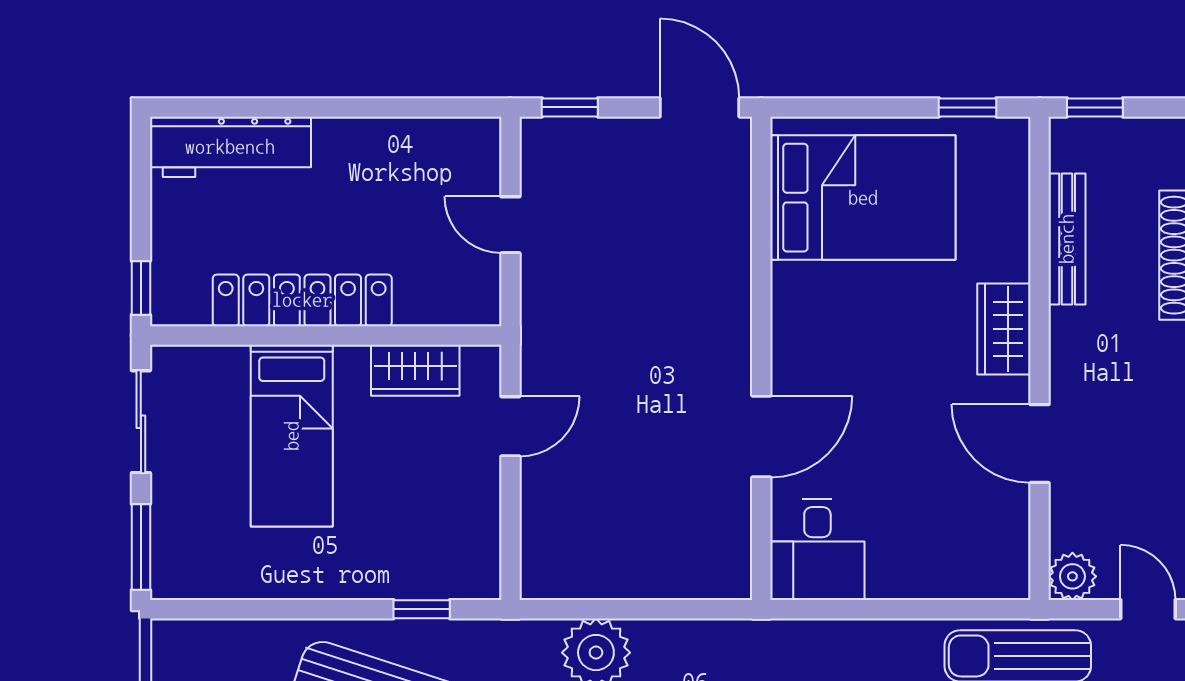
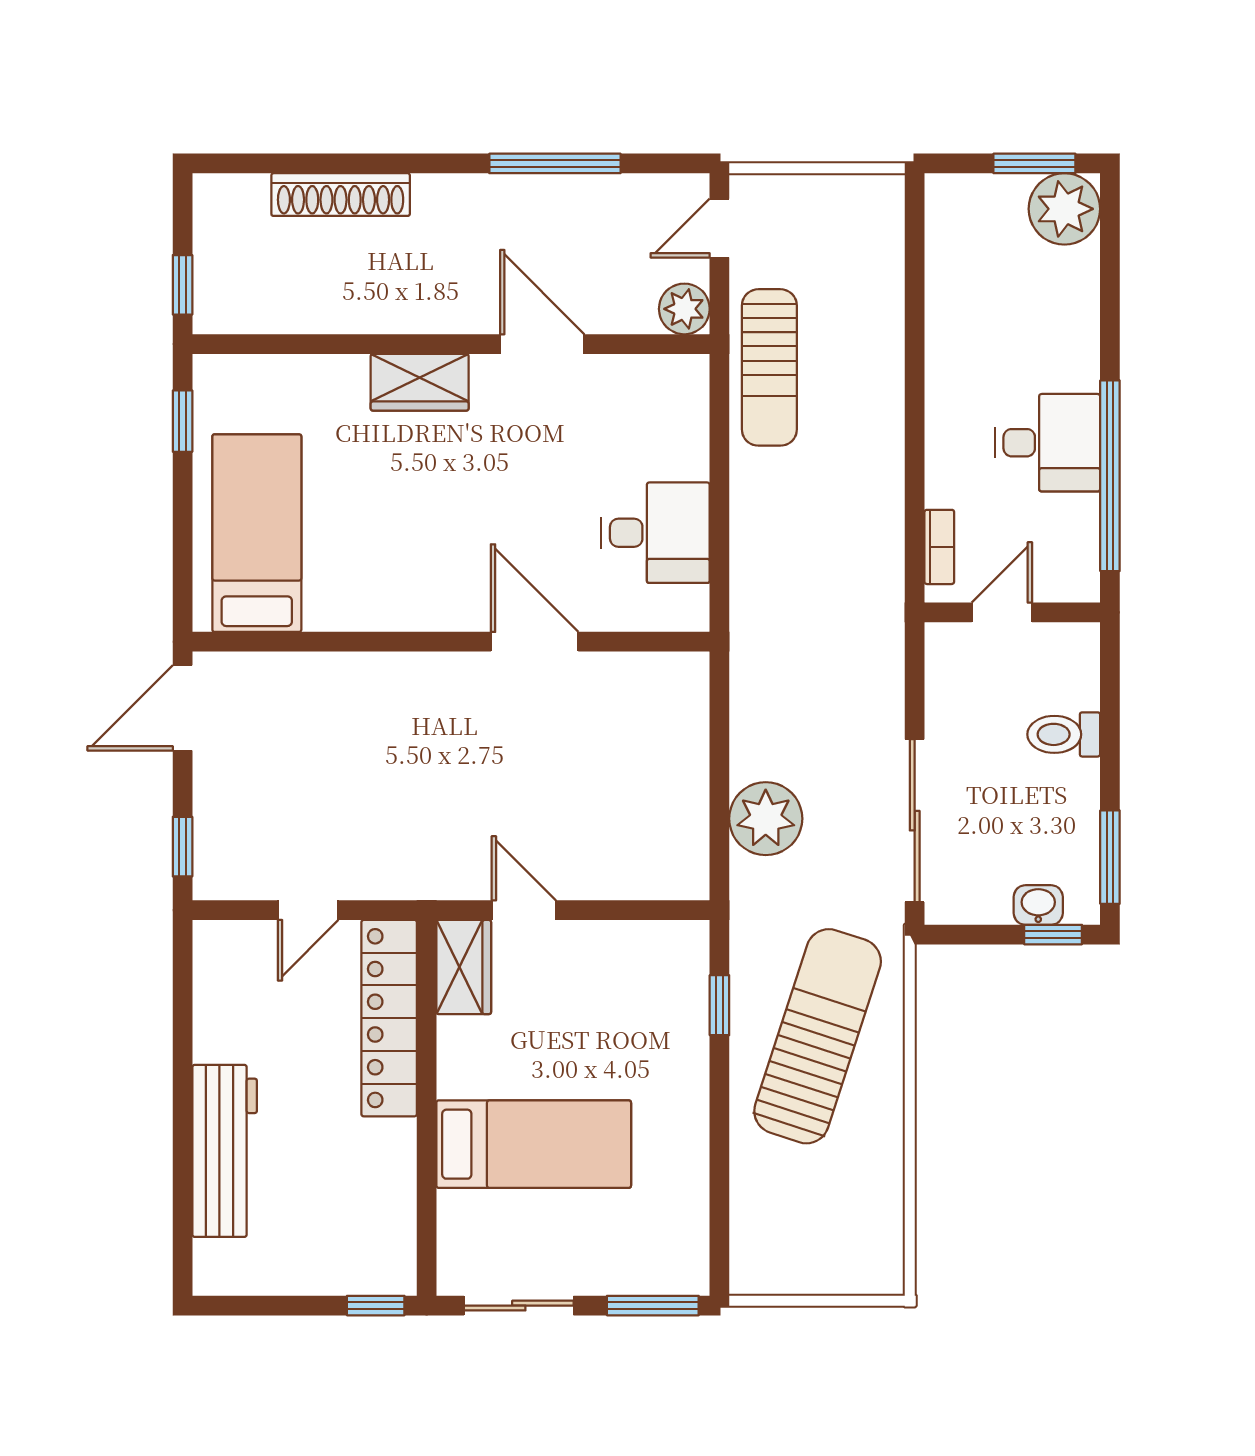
workbench: (230, 147) -> (225, 1151), moved
bed: (863, 198) -> (257, 533), width x0.67
bench: (1067, 239) -> (323, 315), removed
locker: (302, 300) -> (389, 1018), moved
wardrobe: (415, 370) -> (464, 967), moved
door: (1040, 444) -> (542, 344), swing flipped
desk: (817, 549) -> (656, 533), moved

